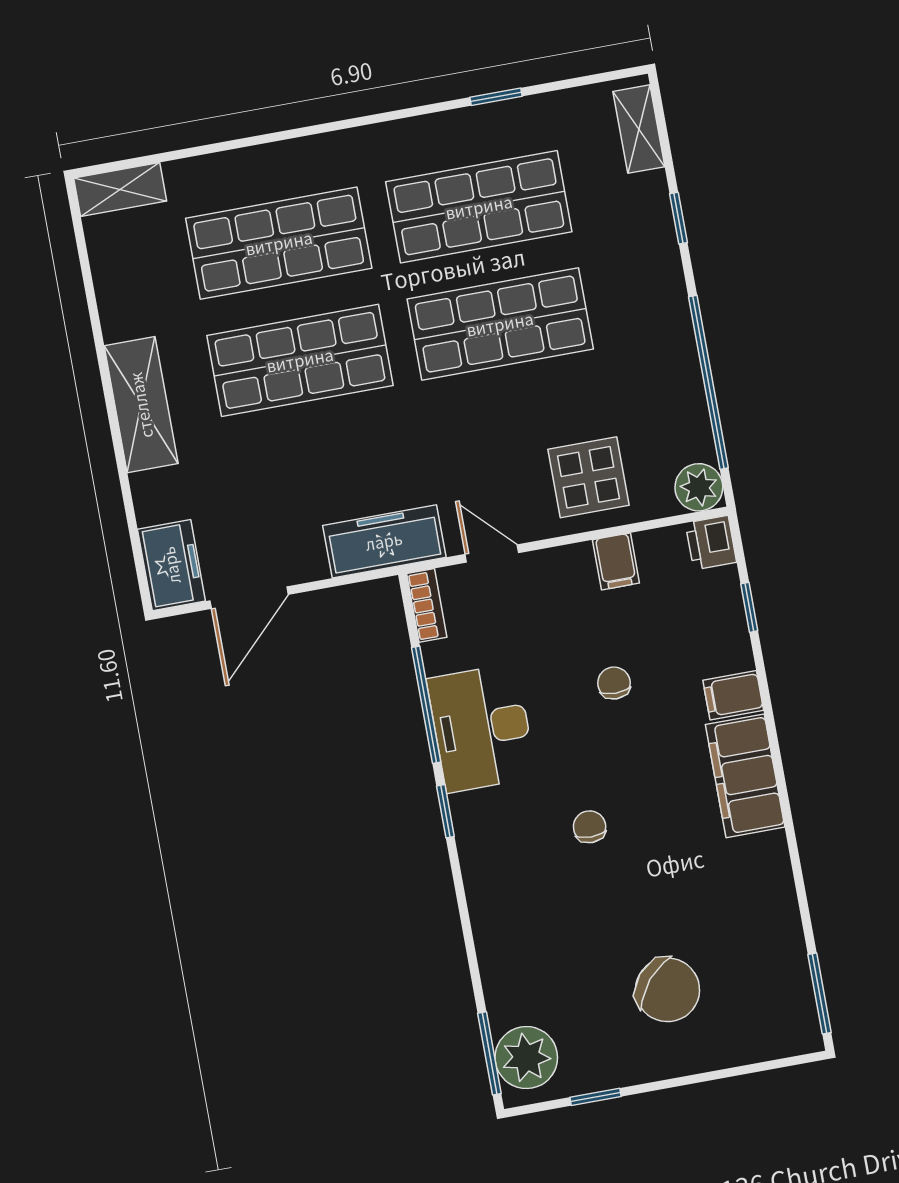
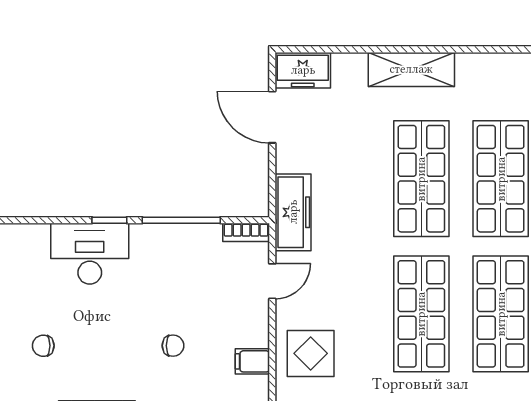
desk: (482, 728) -> (90, 254), moved
chair: (590, 827) -> (43, 346), moved, turned 180

